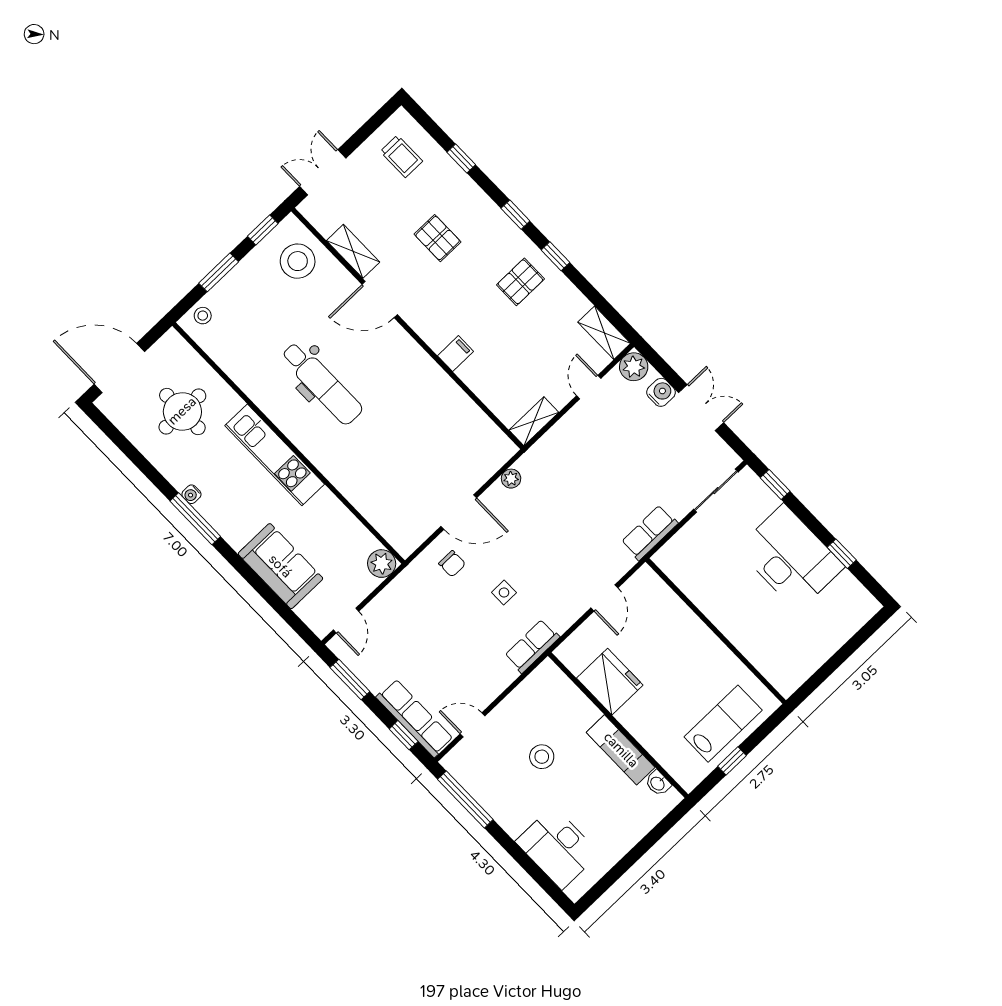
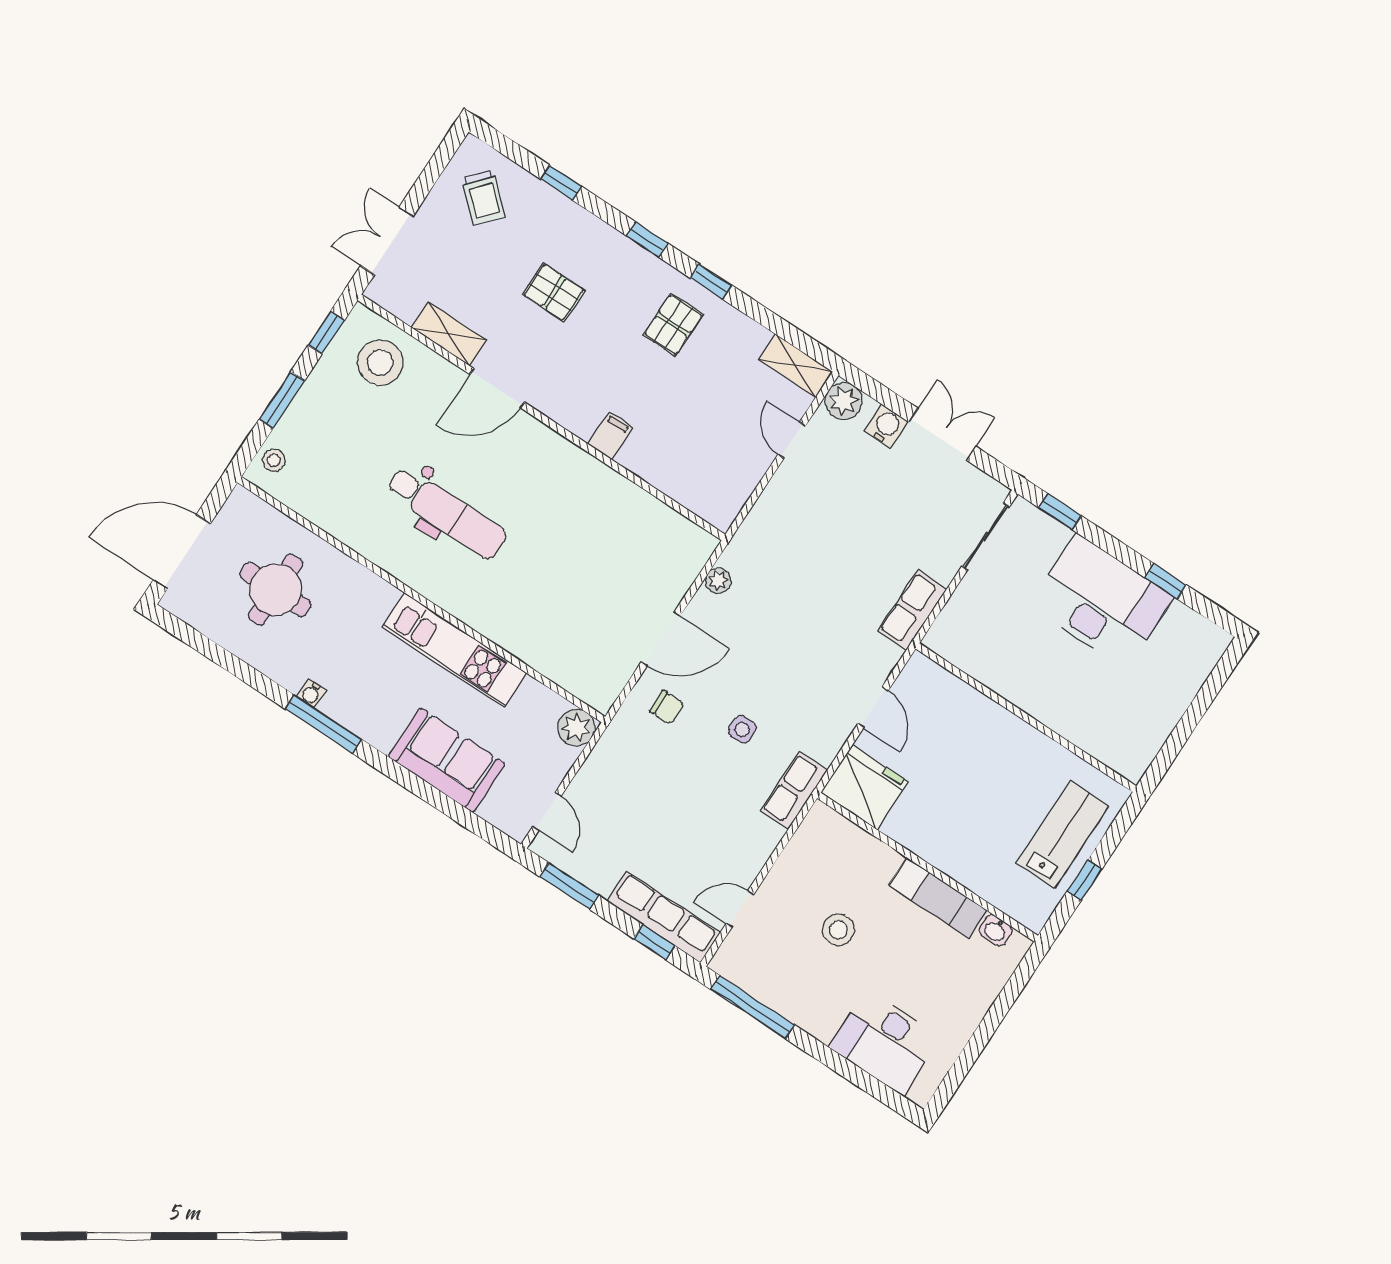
trolley: (401, 156) -> (483, 198), turned 42
shelving: (534, 421) -> (731, 500), removed
kitchen unit: (275, 455) -> (454, 650), moved
fridge: (610, 682) -> (865, 787), moved

